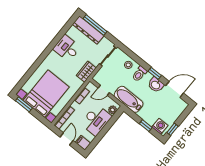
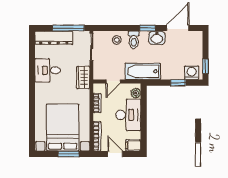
window: (95, 25) -> (68, 28), moved
window: (24, 104) -> (69, 154), moved

